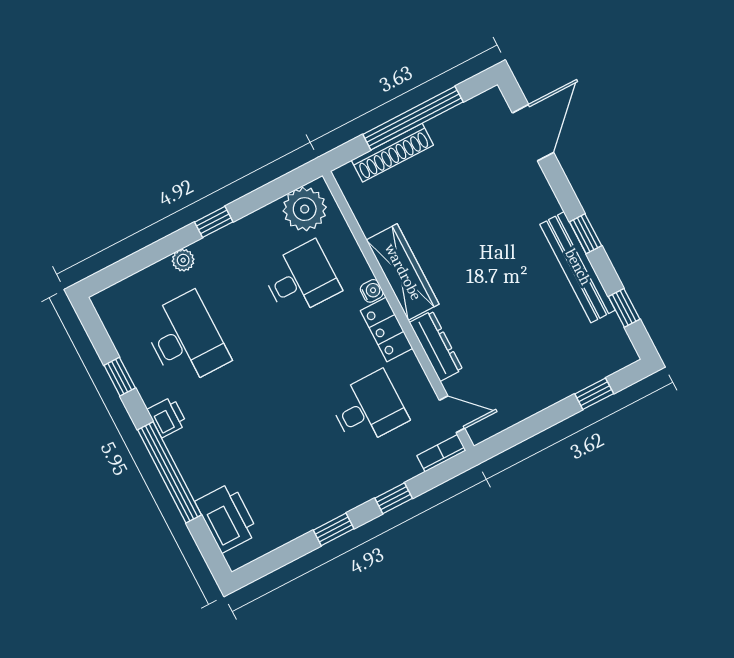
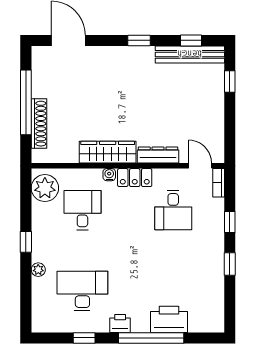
bench: (578, 267) -> (190, 54), moved
desk: (369, 409) -> (173, 210), turned 180
door: (452, 414) -> (200, 166), hinge flipped
printer: (227, 518) -> (169, 319), moved

